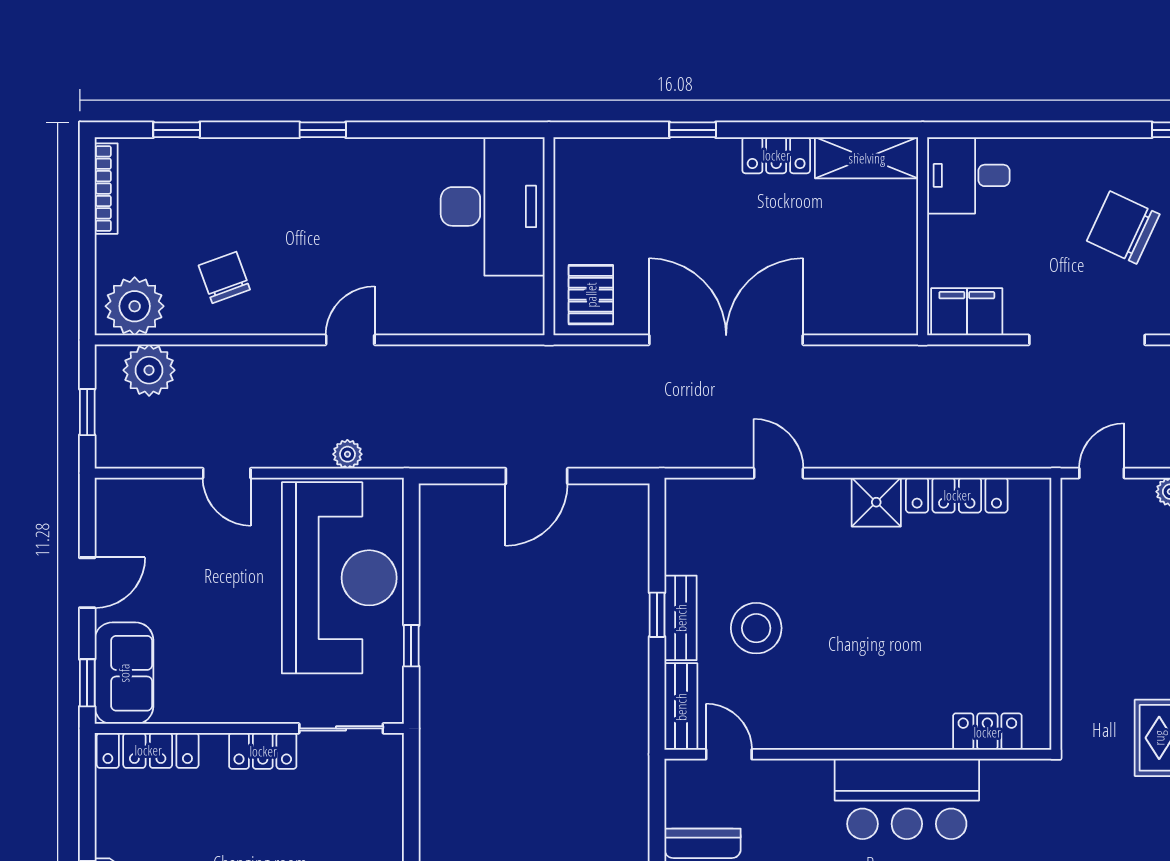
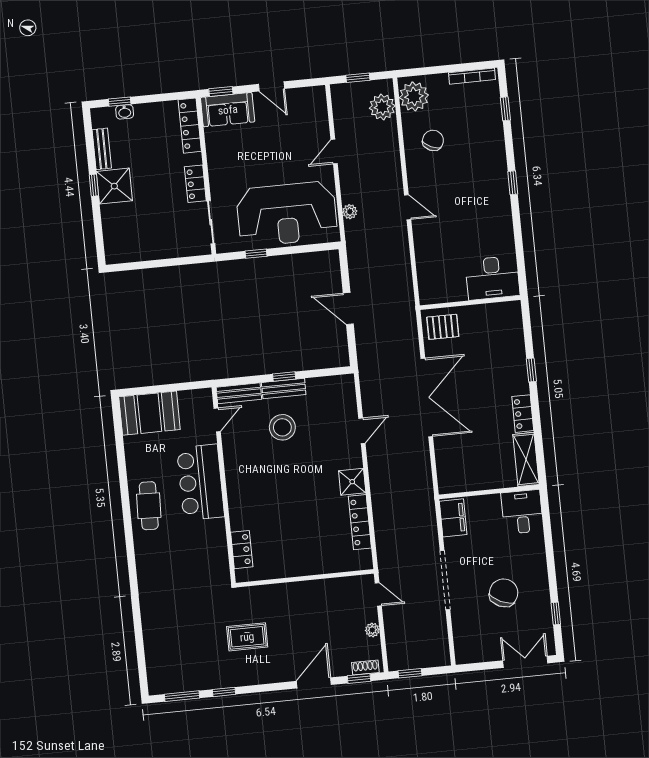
desk: (493, 206) -> (492, 278), width x0.73, depth x0.77
chair: (224, 277) -> (433, 140), turned -45
bar counter: (907, 799) -> (201, 482), moved

